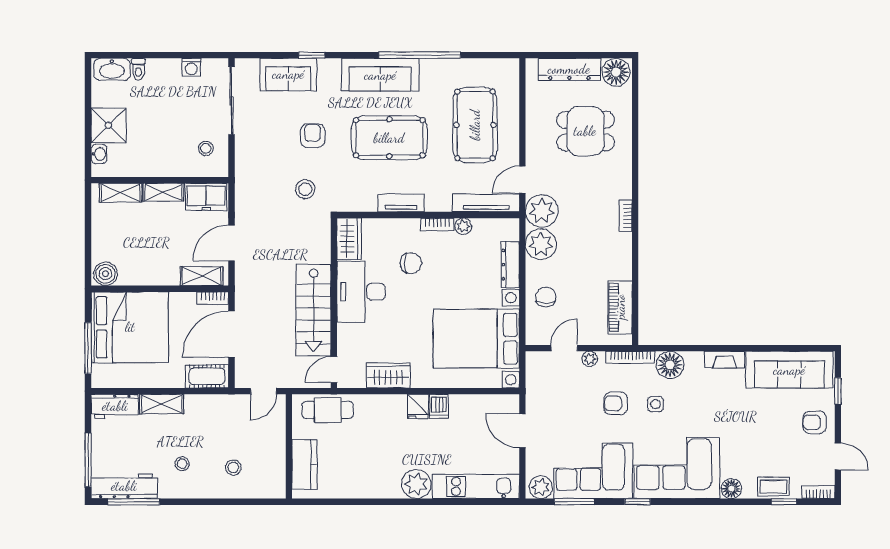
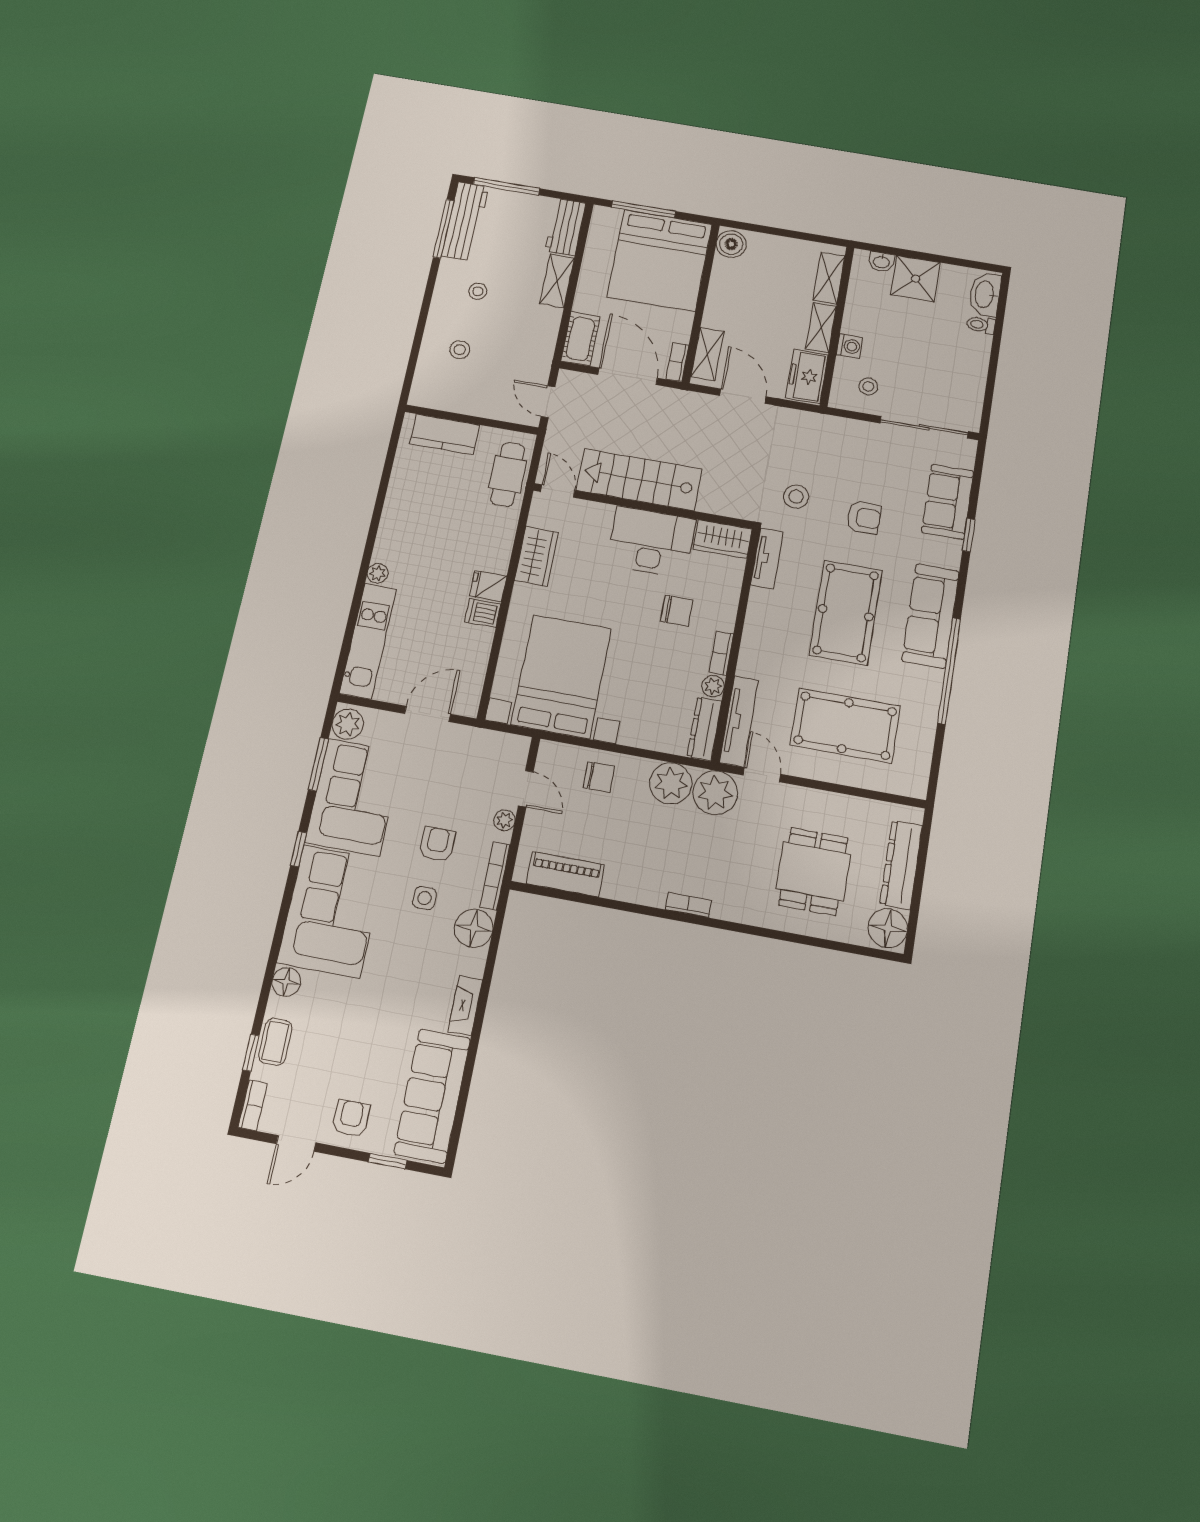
washing machine: (191, 67) -> (850, 346), moved, turned 180
tv unit: (401, 203) -> (767, 558), moved
chair: (411, 263) -> (677, 611), turned -90
dresser: (510, 265) -> (704, 729), moved, turned -90
plant: (416, 484) -> (378, 573), width x0.53, depth x0.53

